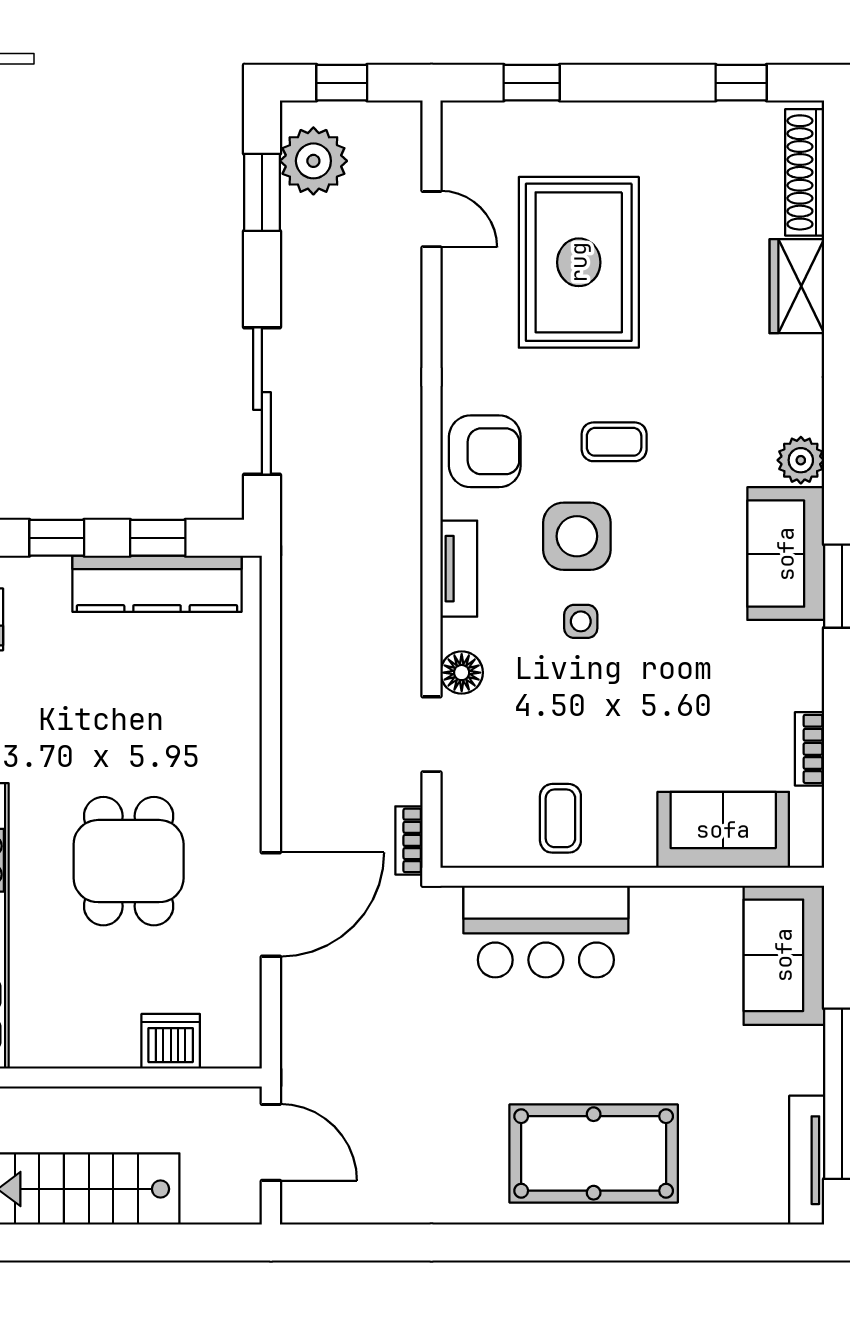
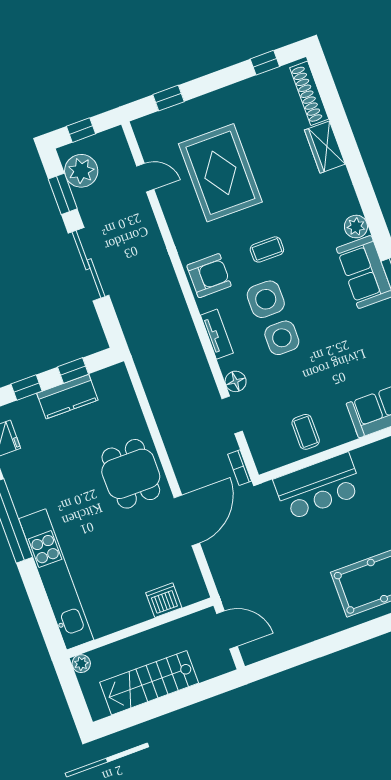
sliding door: (262, 401) -> (89, 264), moved
kitchen counter: (157, 584) -> (67, 397), width x0.67
side table: (581, 621) -> (282, 338), width x1.87, depth x1.87
dining table: (129, 861) -> (131, 474), moved

